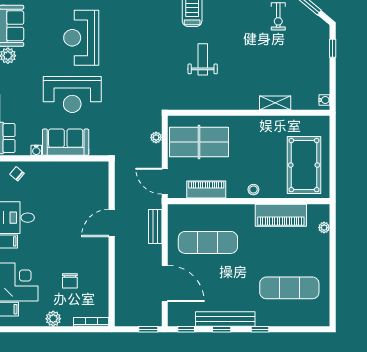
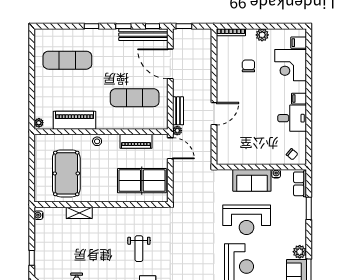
reception desk: (72, 95) -> (247, 220), turned 180
plant: (156, 137) -> (177, 131), moved
pool table: (304, 165) -> (66, 173), moved
plant: (324, 228) -> (39, 123), moved
bench: (225, 319) -> (143, 35), moved

